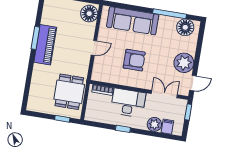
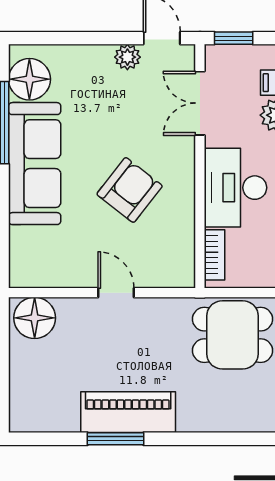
sofa: (133, 21) -> (35, 164), moved
armchair: (134, 60) -> (130, 190), turned 38
plant: (184, 63) -> (127, 57), width x0.53, depth x0.53

